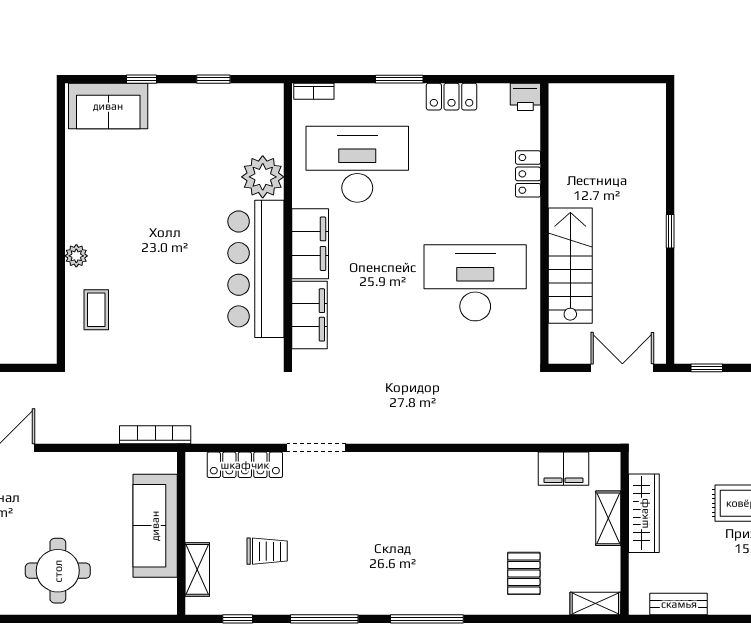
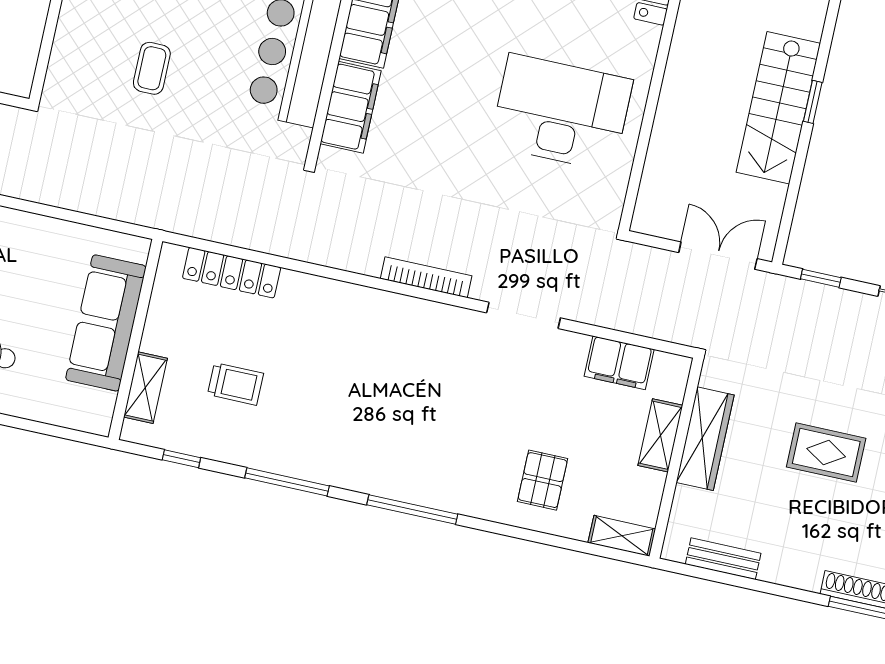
stairs: (570, 266) -> (778, 108), moved, turned 180
coffee table: (96, 310) -> (152, 68), moved
bookcase: (155, 435) -> (426, 277), moved
doorway: (316, 448) -> (523, 315), moved

